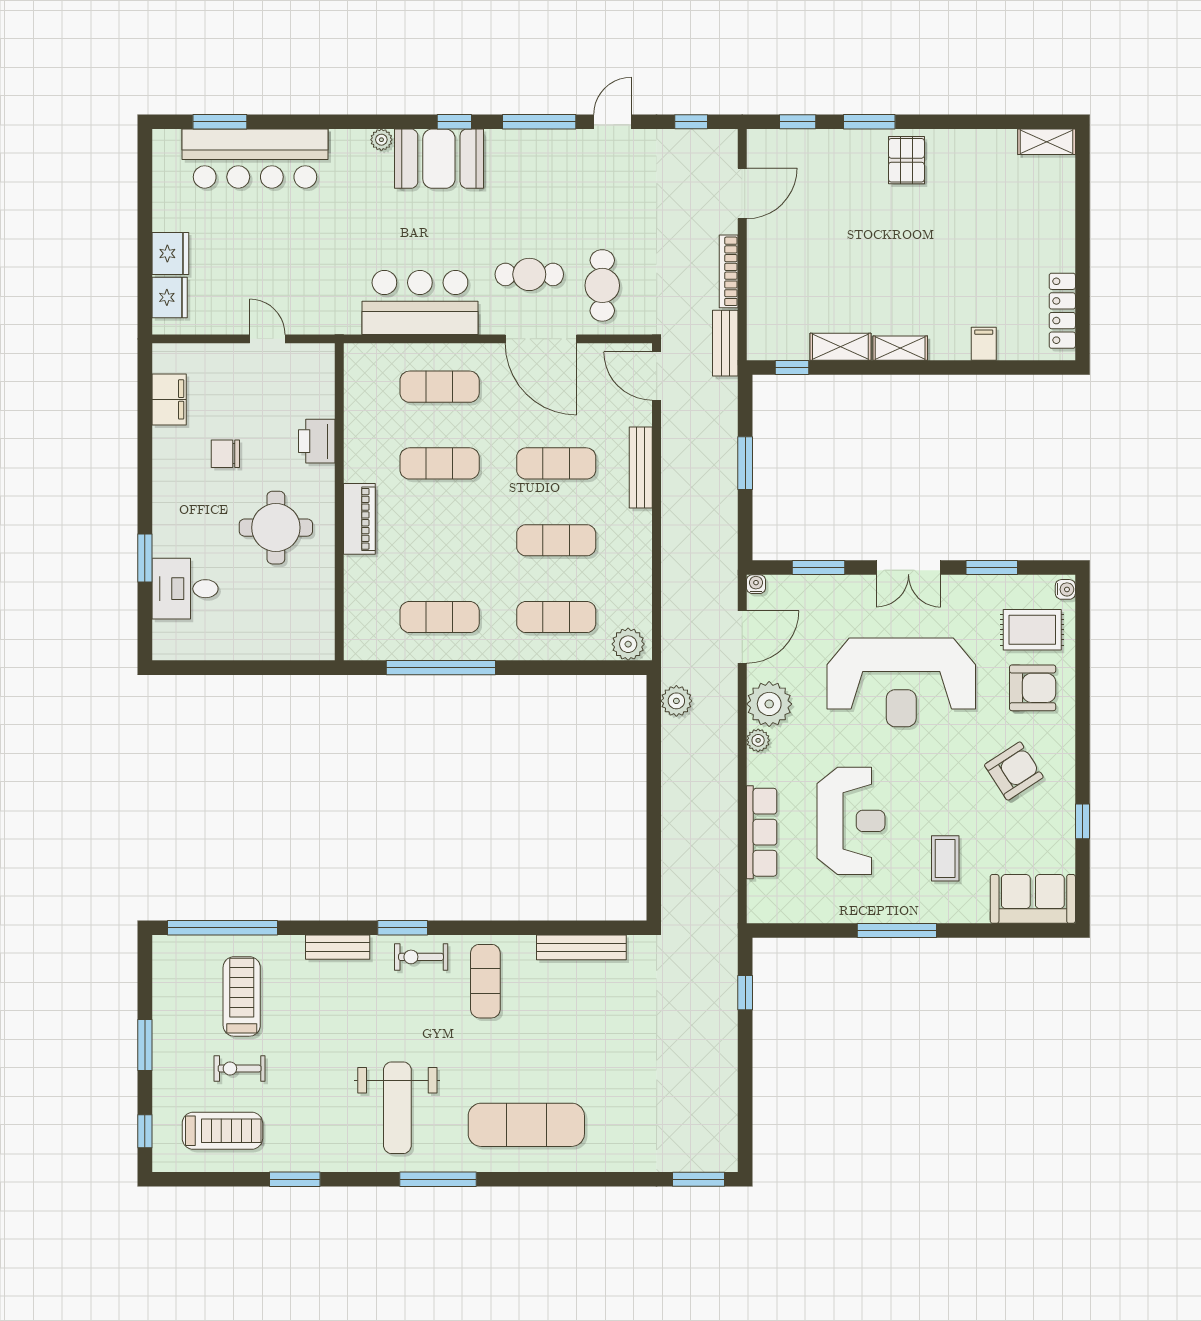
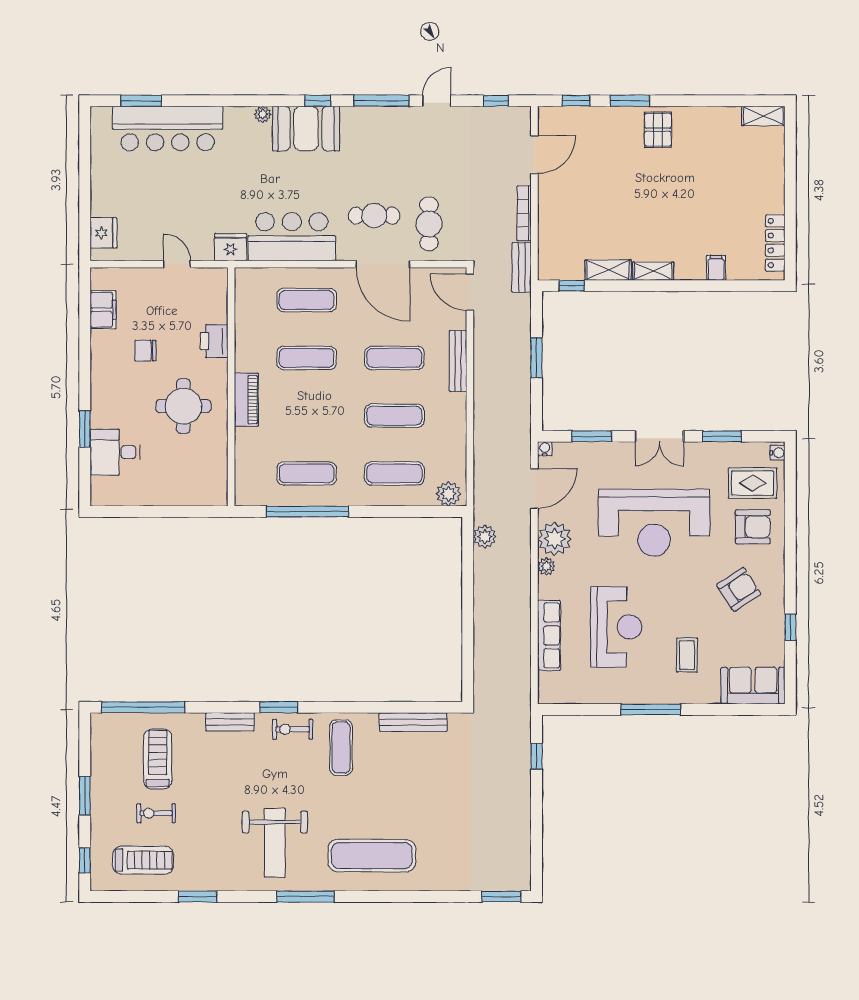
fridge: (170, 253) -> (231, 247), moved, turned -90

